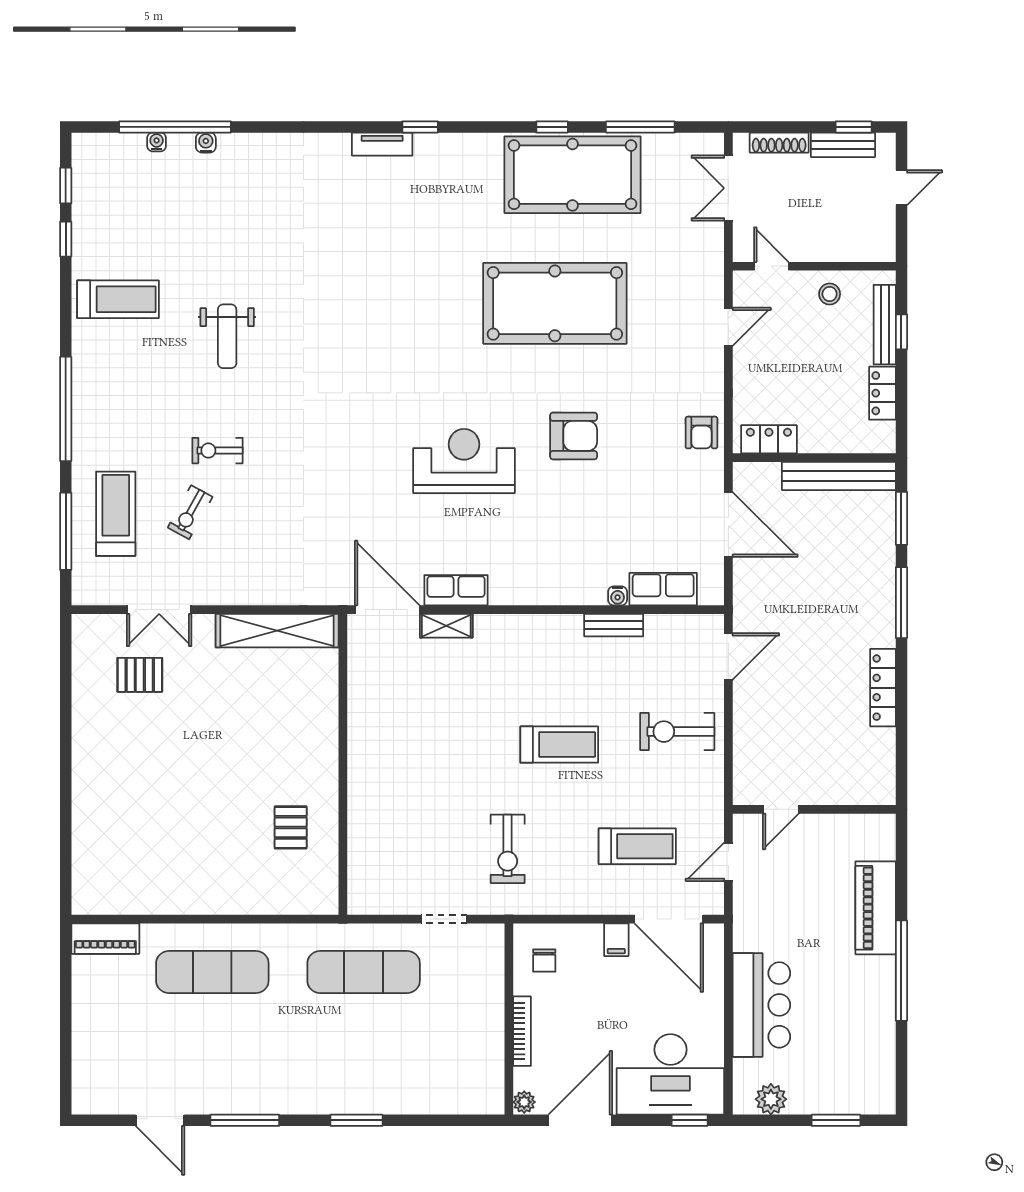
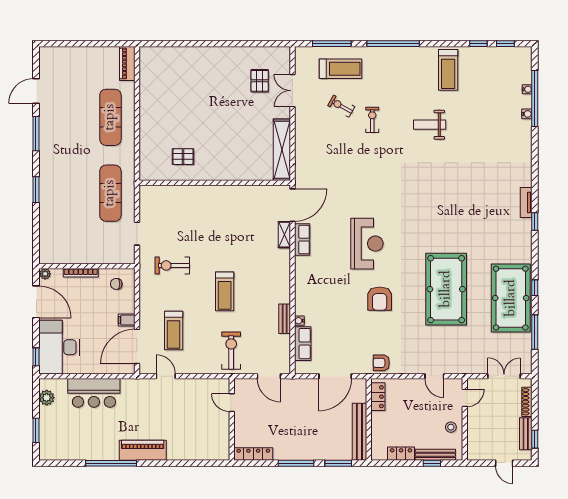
door: (781, 809) -> (232, 403), moved
wall: (814, 809) -> (232, 419), moved

